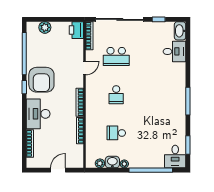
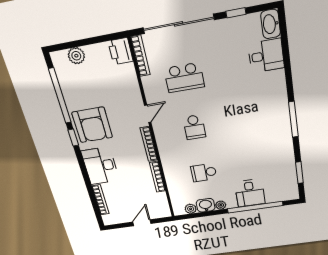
door: (85, 68) -> (148, 114), moved
desk: (175, 157) -> (250, 193), moved

